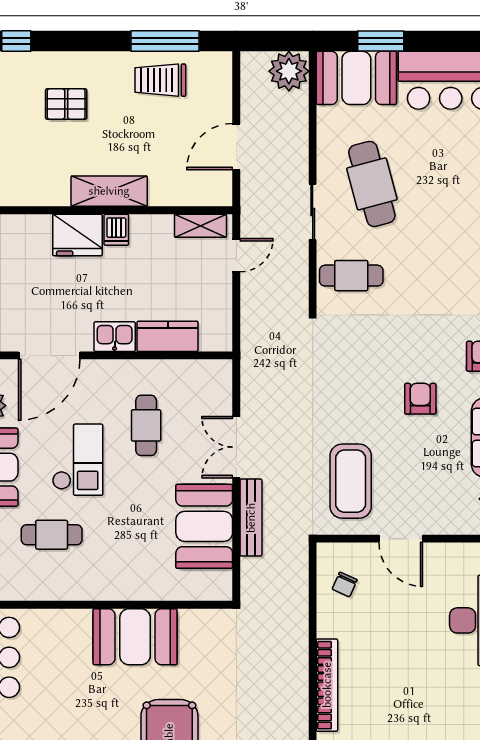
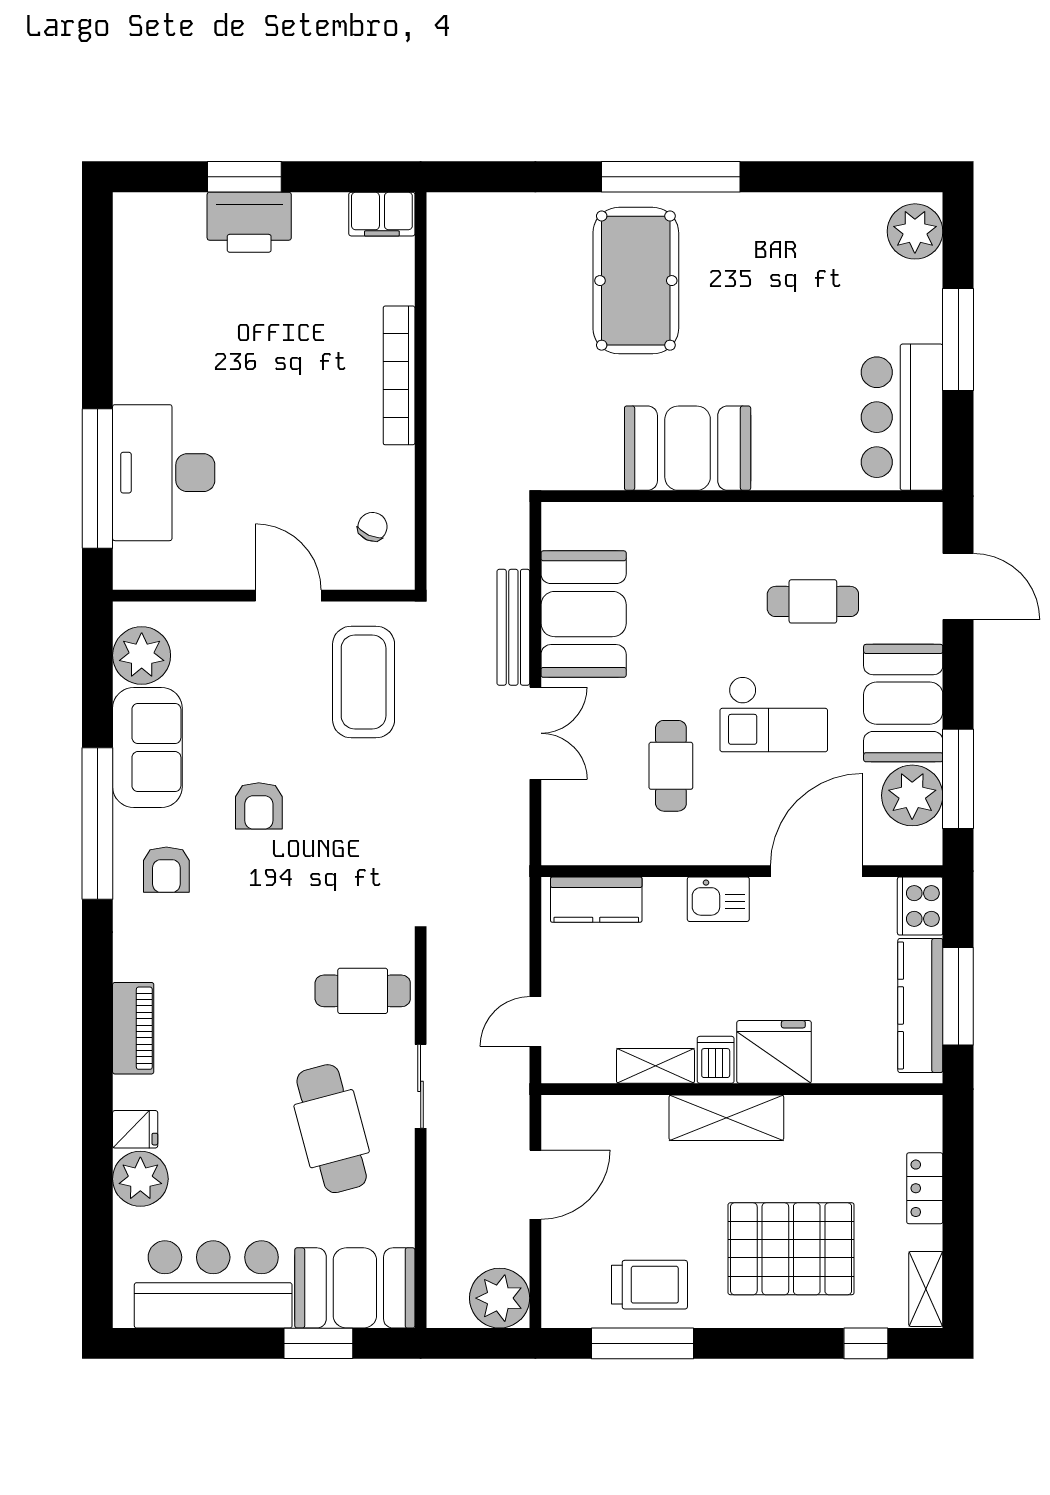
plant: (289, 71) -> (500, 1298), moved
pallet: (66, 104) -> (791, 1249), width x2.05, depth x2.00
shelving: (200, 226) -> (655, 1066), moved
kitchen counter: (168, 336) -> (596, 900), moved
checkout: (78, 460) -> (774, 714), turned -90

